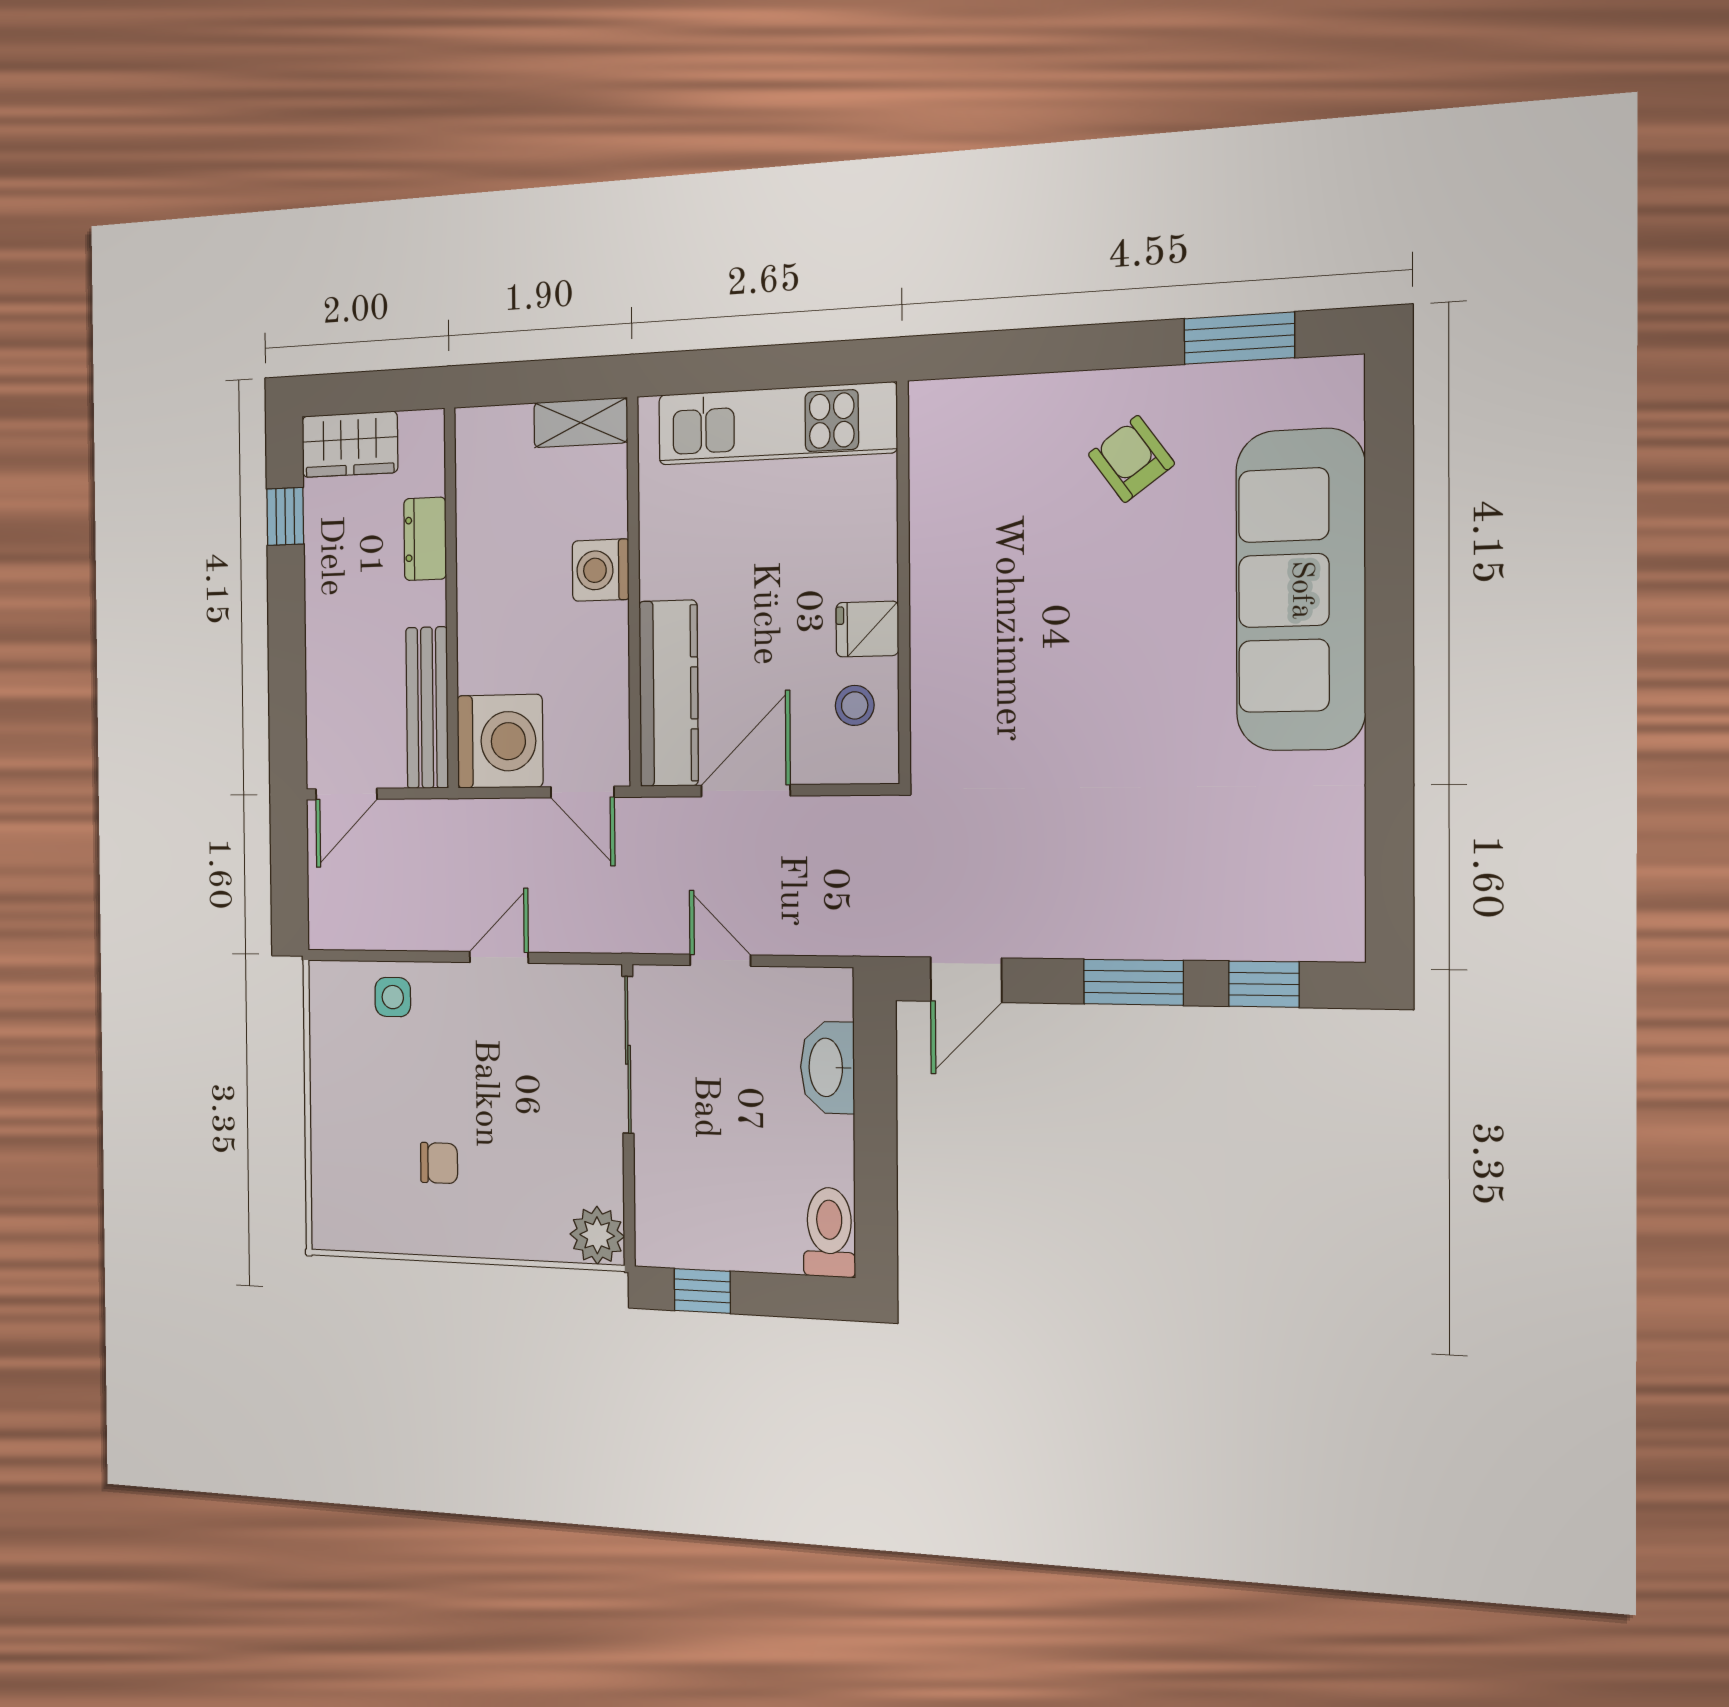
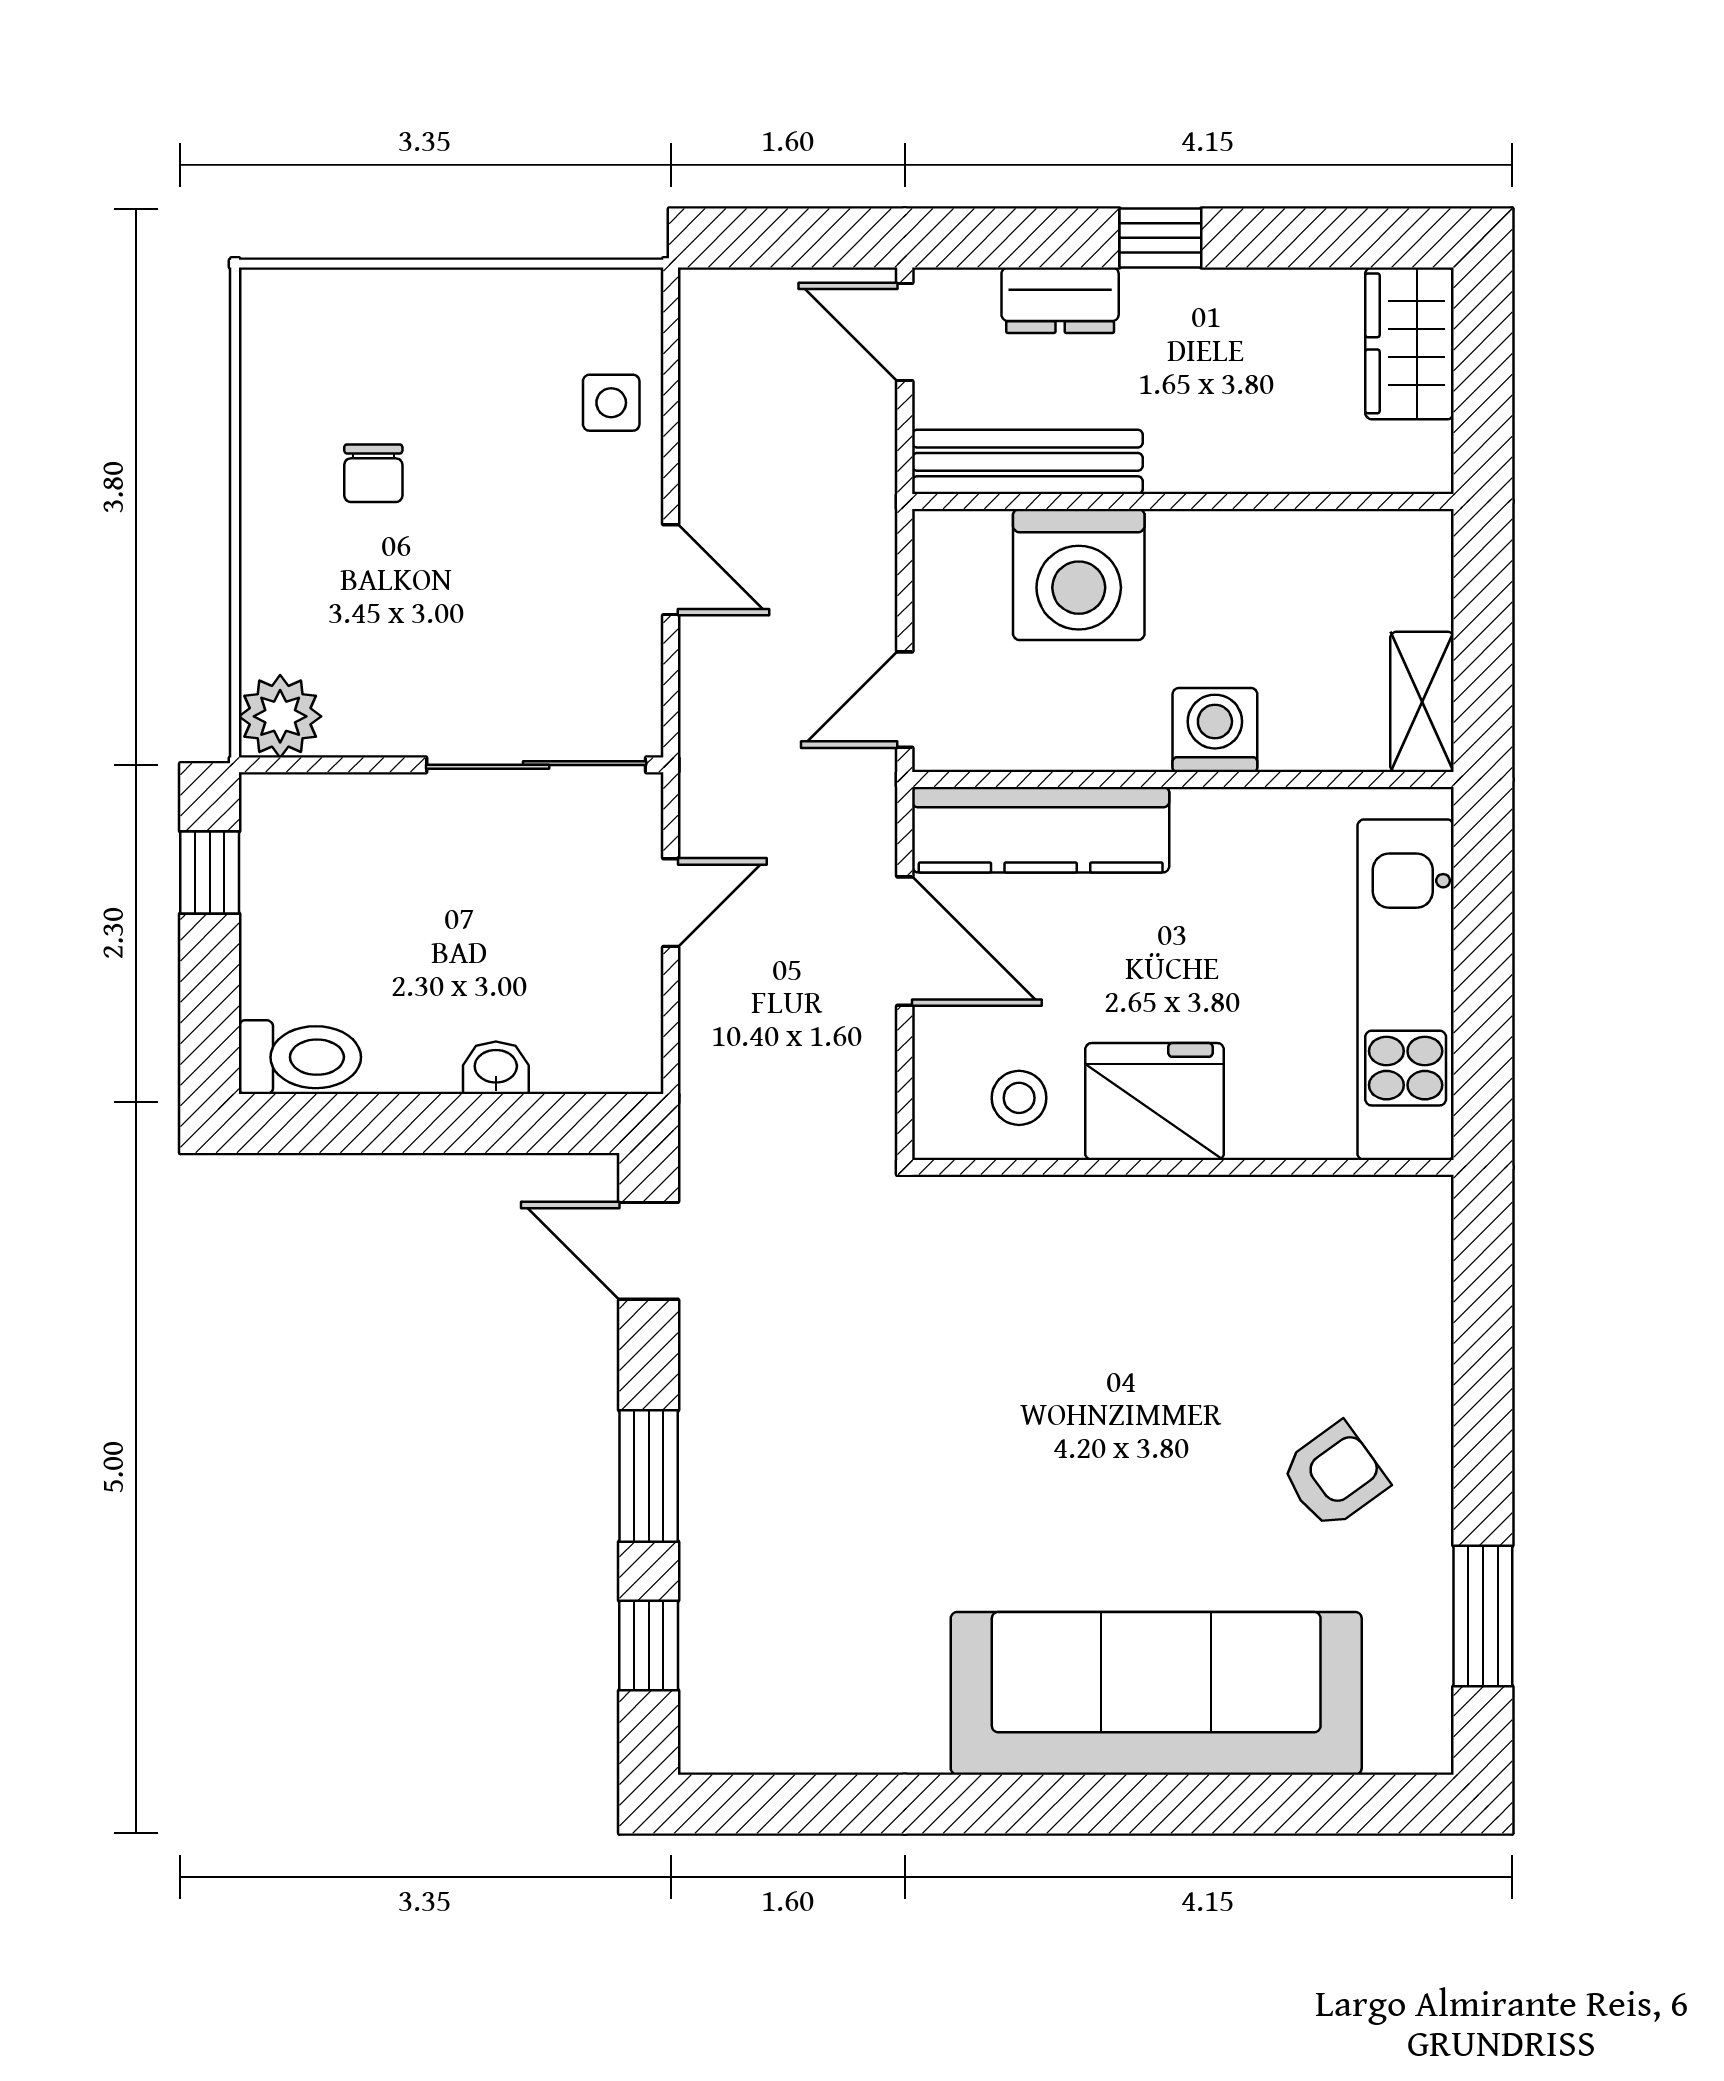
window: (285, 516) -> (1160, 238), moved
dresser: (425, 539) -> (1060, 300), moved, turned 180
fridge: (867, 629) -> (1155, 1102), width x1.88, depth x1.34
washing machine: (500, 741) -> (1079, 574), moved
washbasin: (827, 1067) -> (496, 1068), width x0.52, depth x0.69

